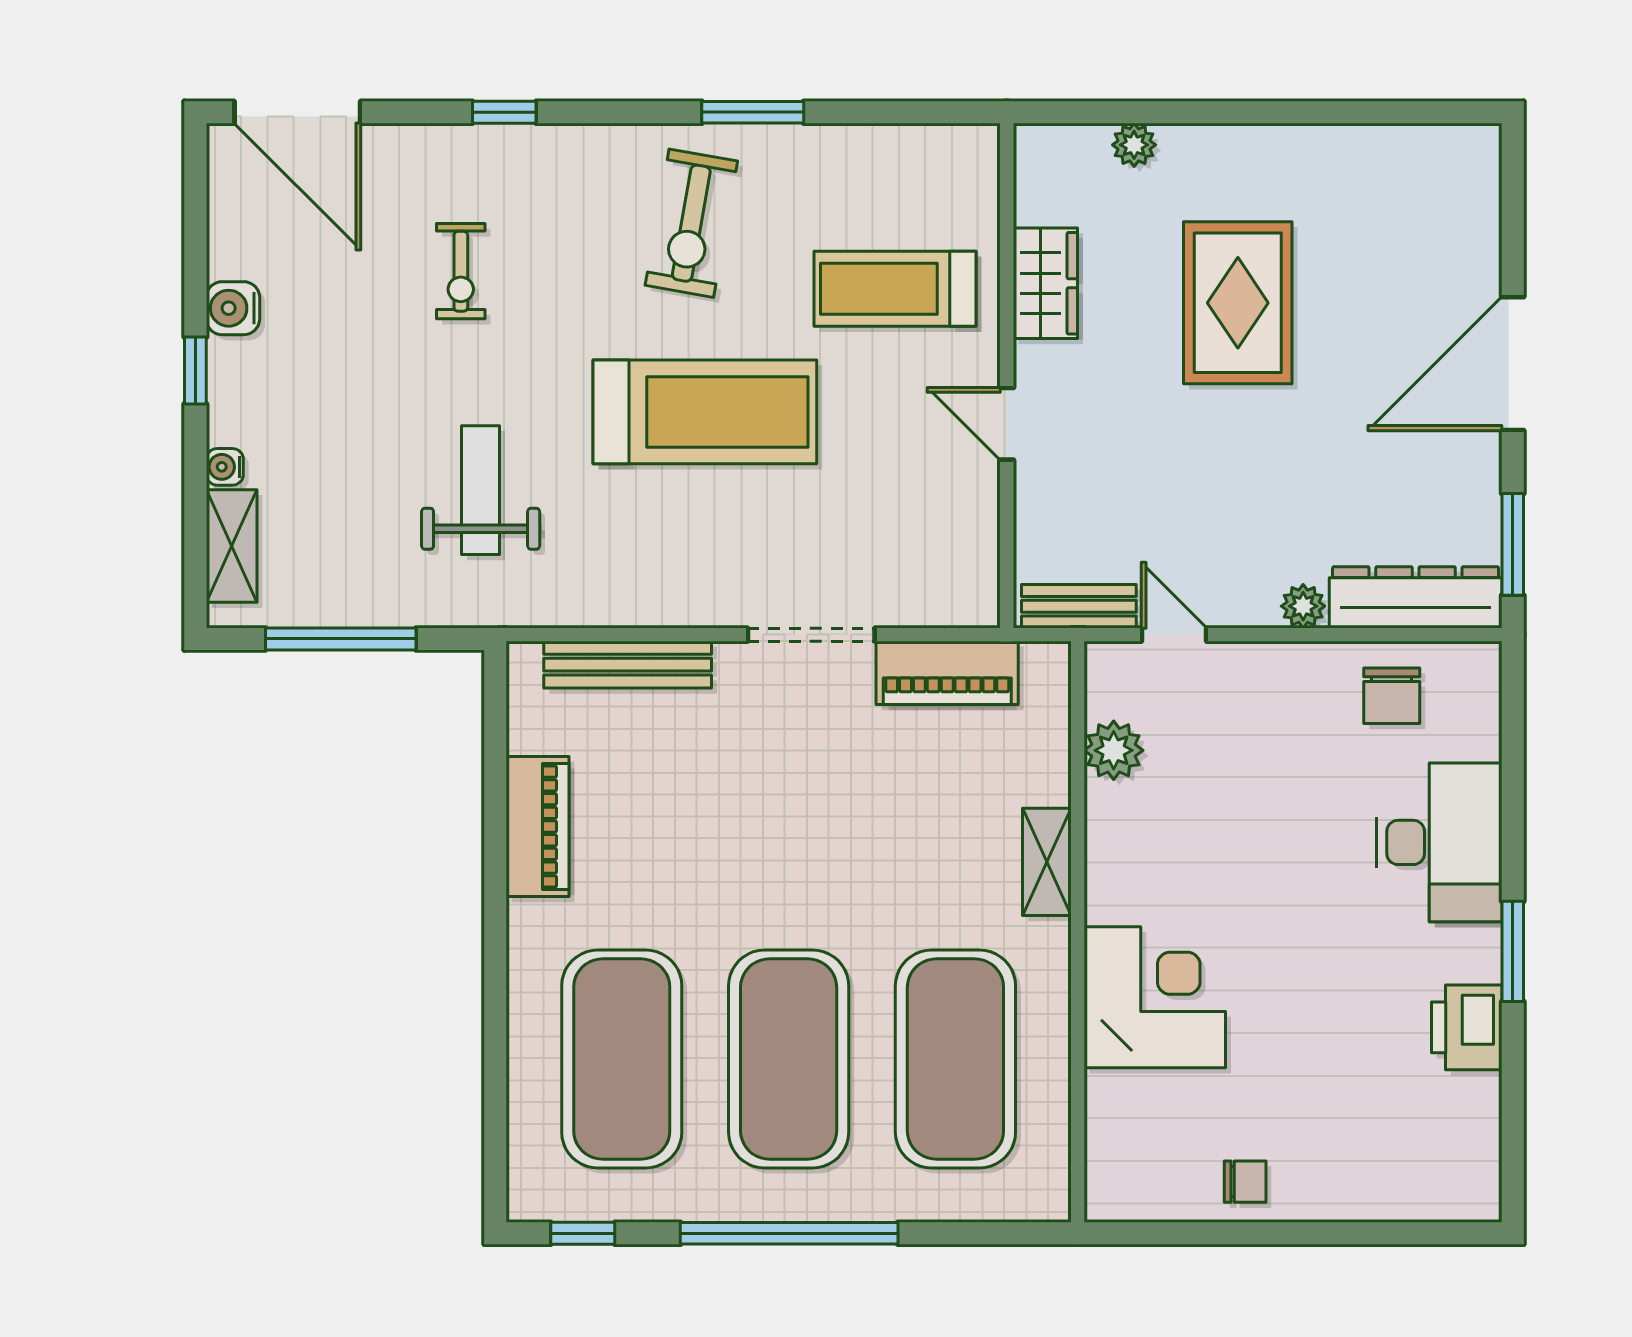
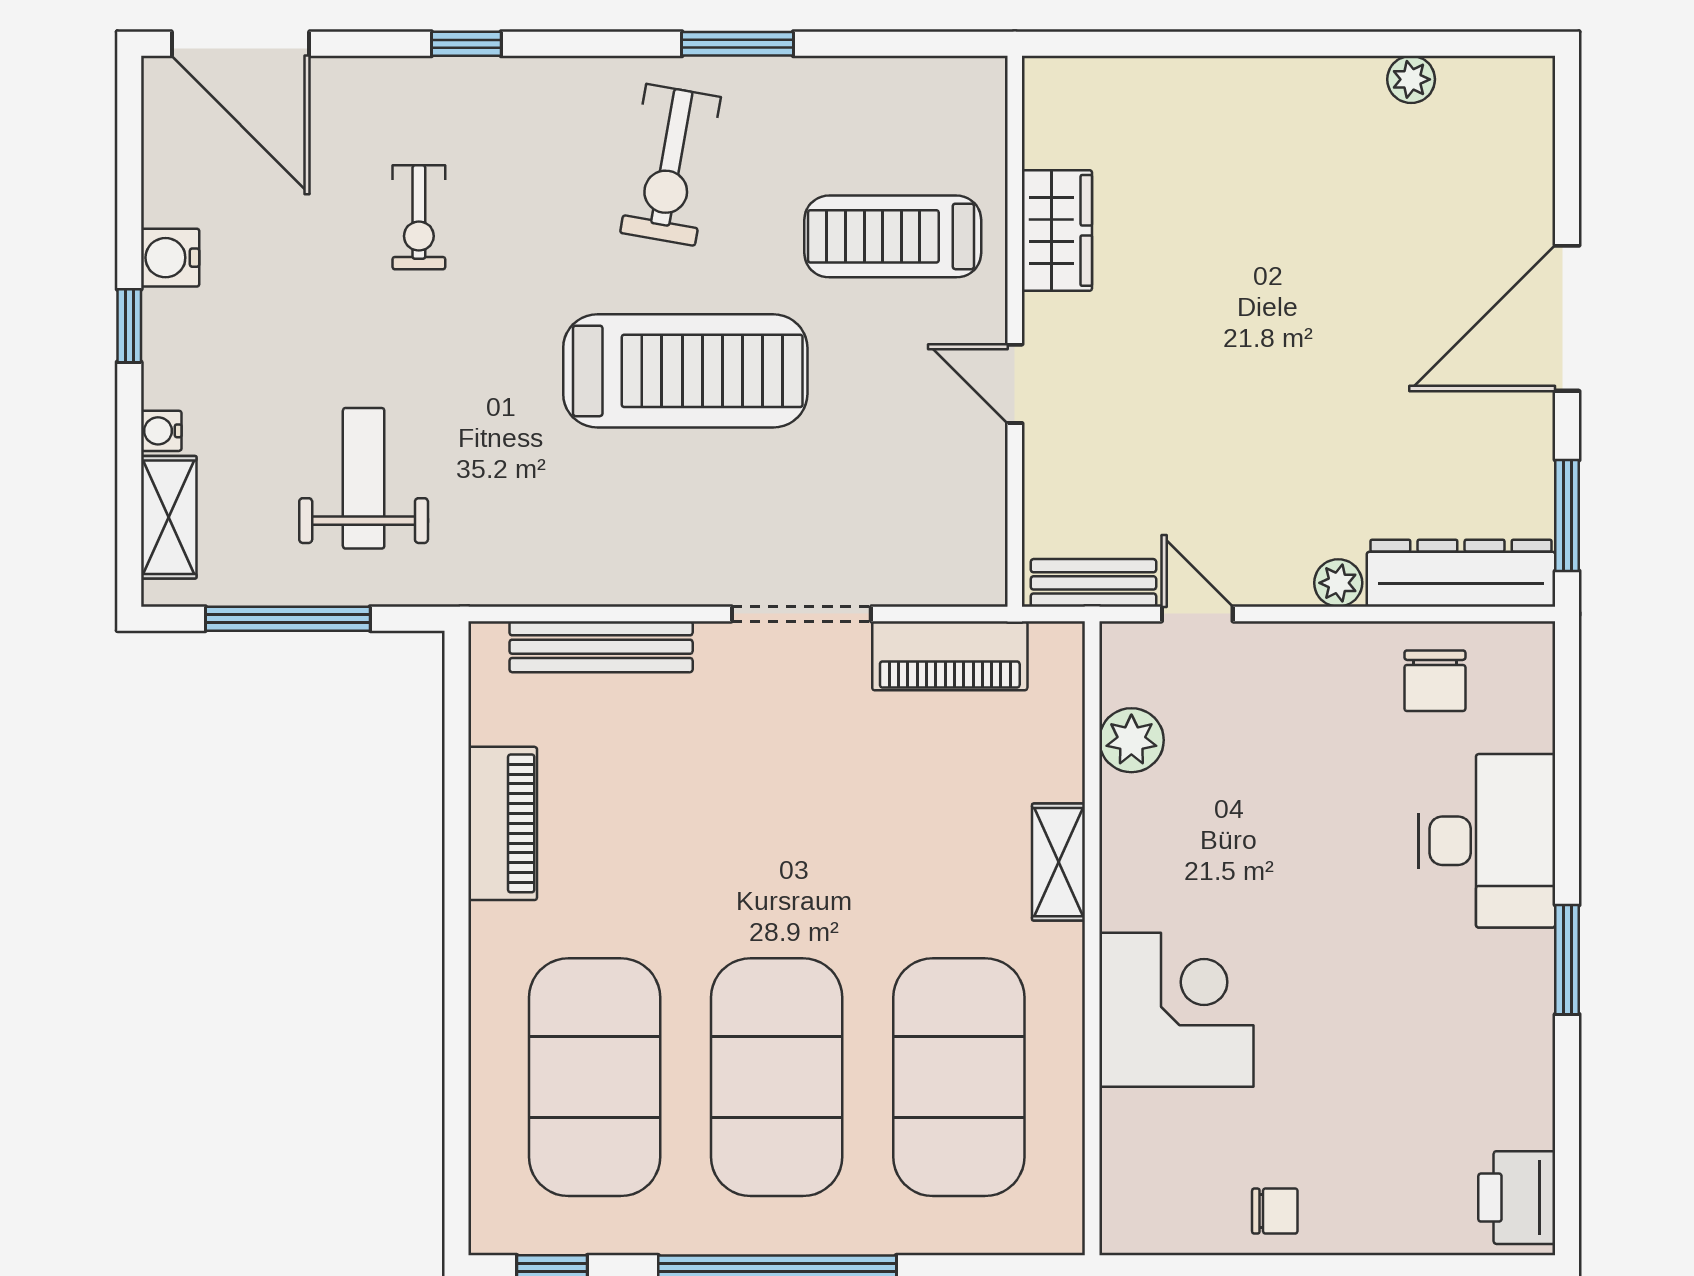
plant: (1134, 145) -> (1411, 79), moved
rug: (1238, 303) -> (1267, 252), removed
weight bench: (481, 490) -> (364, 478), moved
printer: (1467, 1027) -> (1517, 1198), moved

